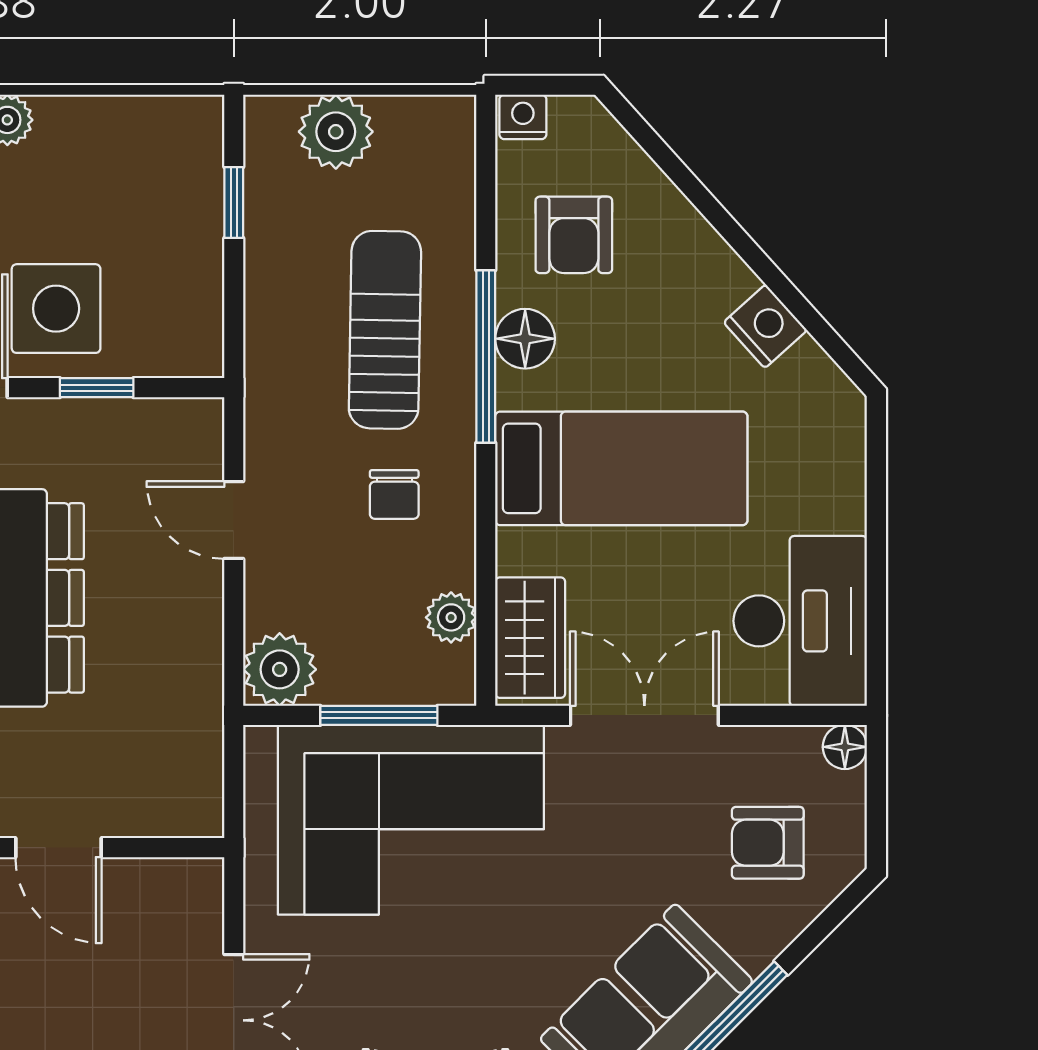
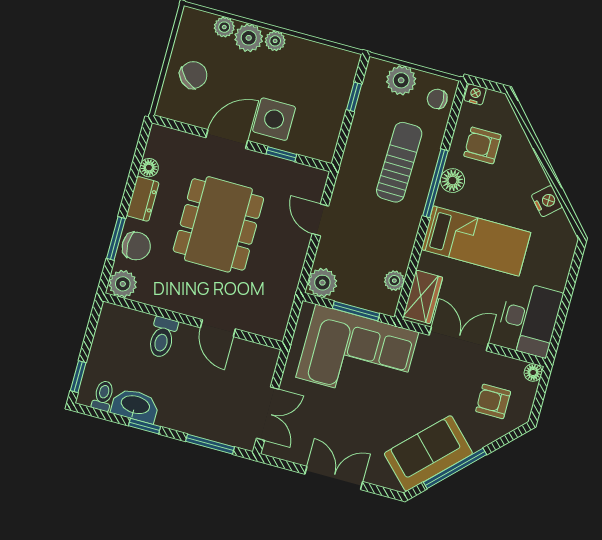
armchair: (574, 235) -> (482, 145), turned 90
chair: (394, 494) -> (437, 99), moved, turned 90

